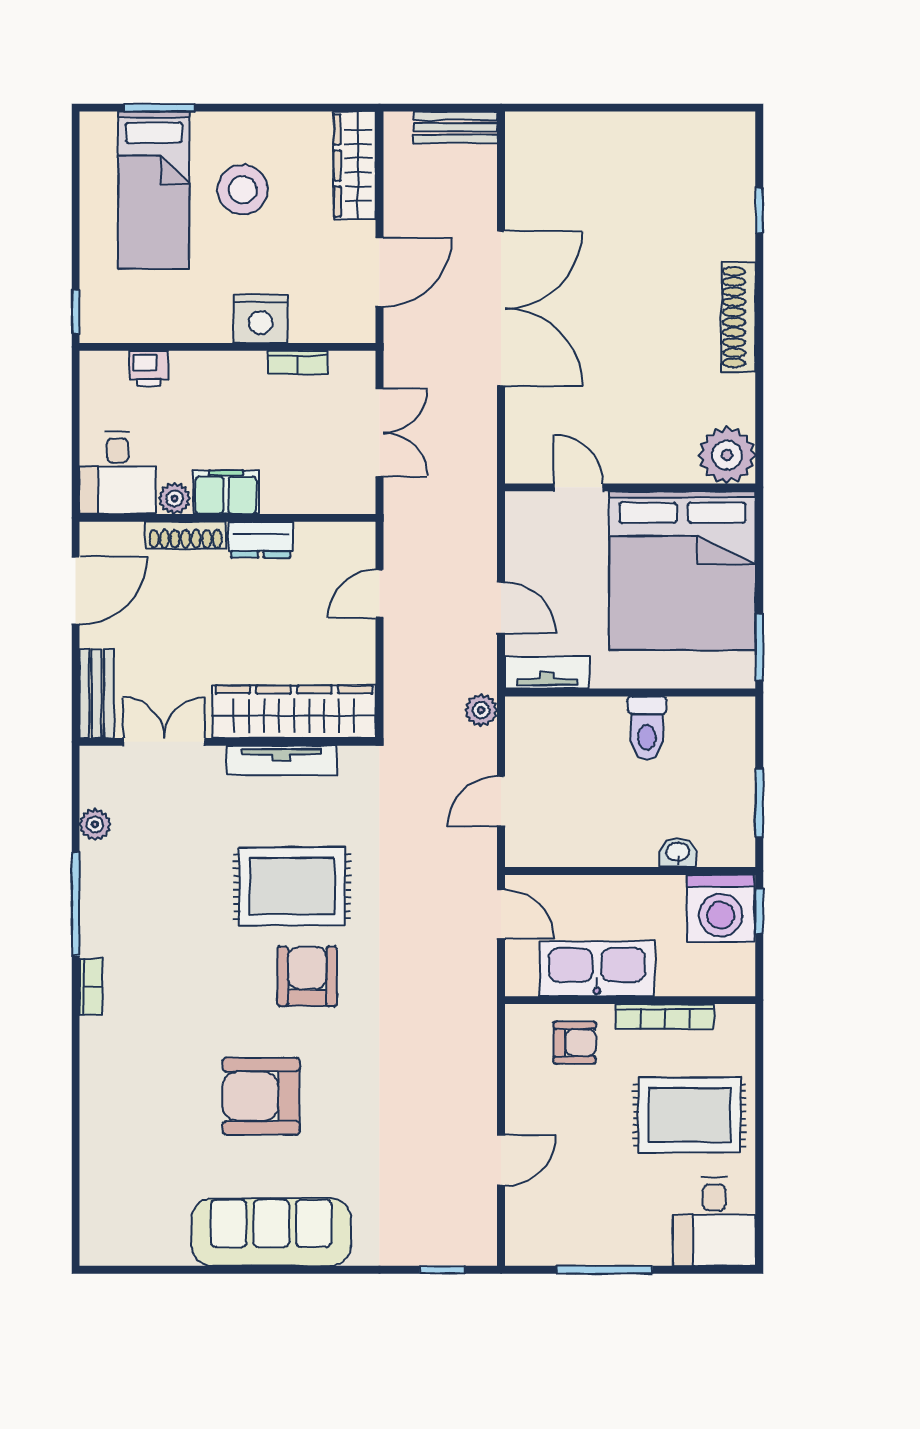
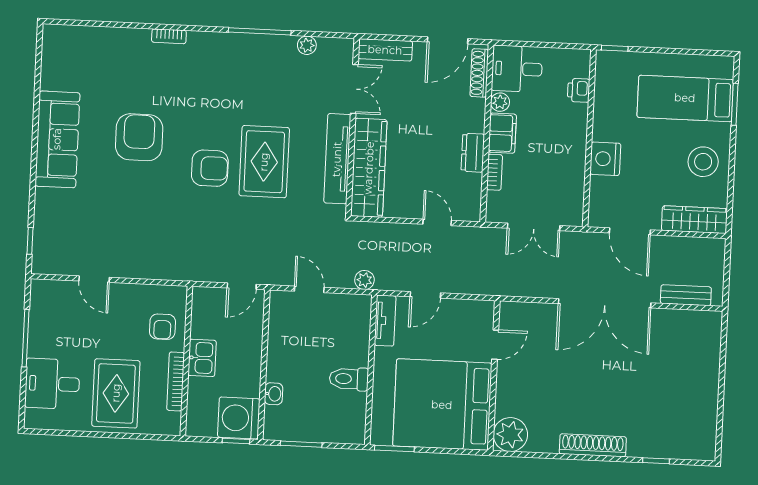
bench: (455, 127) -> (686, 295), moved, turned 90
stool: (243, 190) -> (703, 162), moved
bookcase: (298, 363) -> (495, 172), moved, turned 180
shoe rack: (186, 535) -> (479, 73), moved
door: (76, 591) -> (448, 40), hinge flipped
tv unit: (281, 761) -> (337, 159), width x1.36, depth x1.29
kitchen sink: (597, 969) -> (202, 358), width x0.53, depth x0.81
bookcase: (91, 987) -> (169, 36), moved
desk: (714, 1221) -> (52, 384), moved

